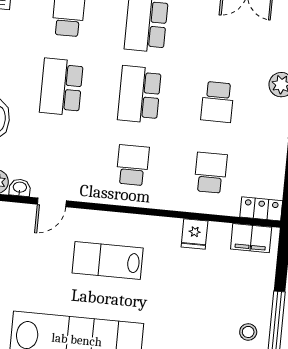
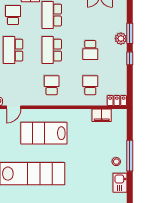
fridge: (194, 234) -> (85, 116), removed
filing cabinet: (251, 238) -> (102, 115), moved
lab bench: (108, 261) -> (44, 133), width x1.36, depth x1.39

